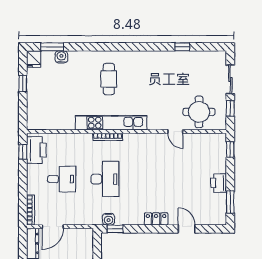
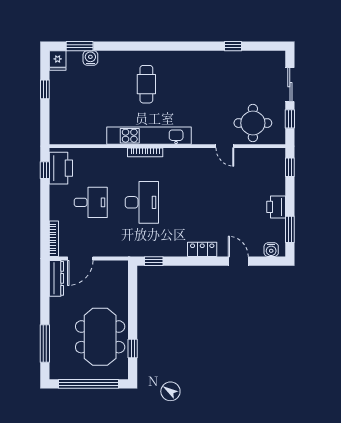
water cooler: (109, 219) -> (271, 250), moved

